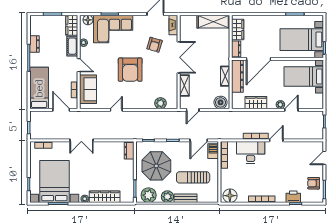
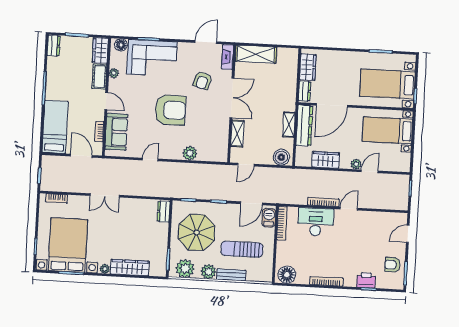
shelving: (213, 22) -> (256, 54), moved
dresser: (34, 44) -> (54, 46), moved
armchair: (130, 70) -> (170, 110), turned -90
plant: (161, 103) -> (190, 153), moved

